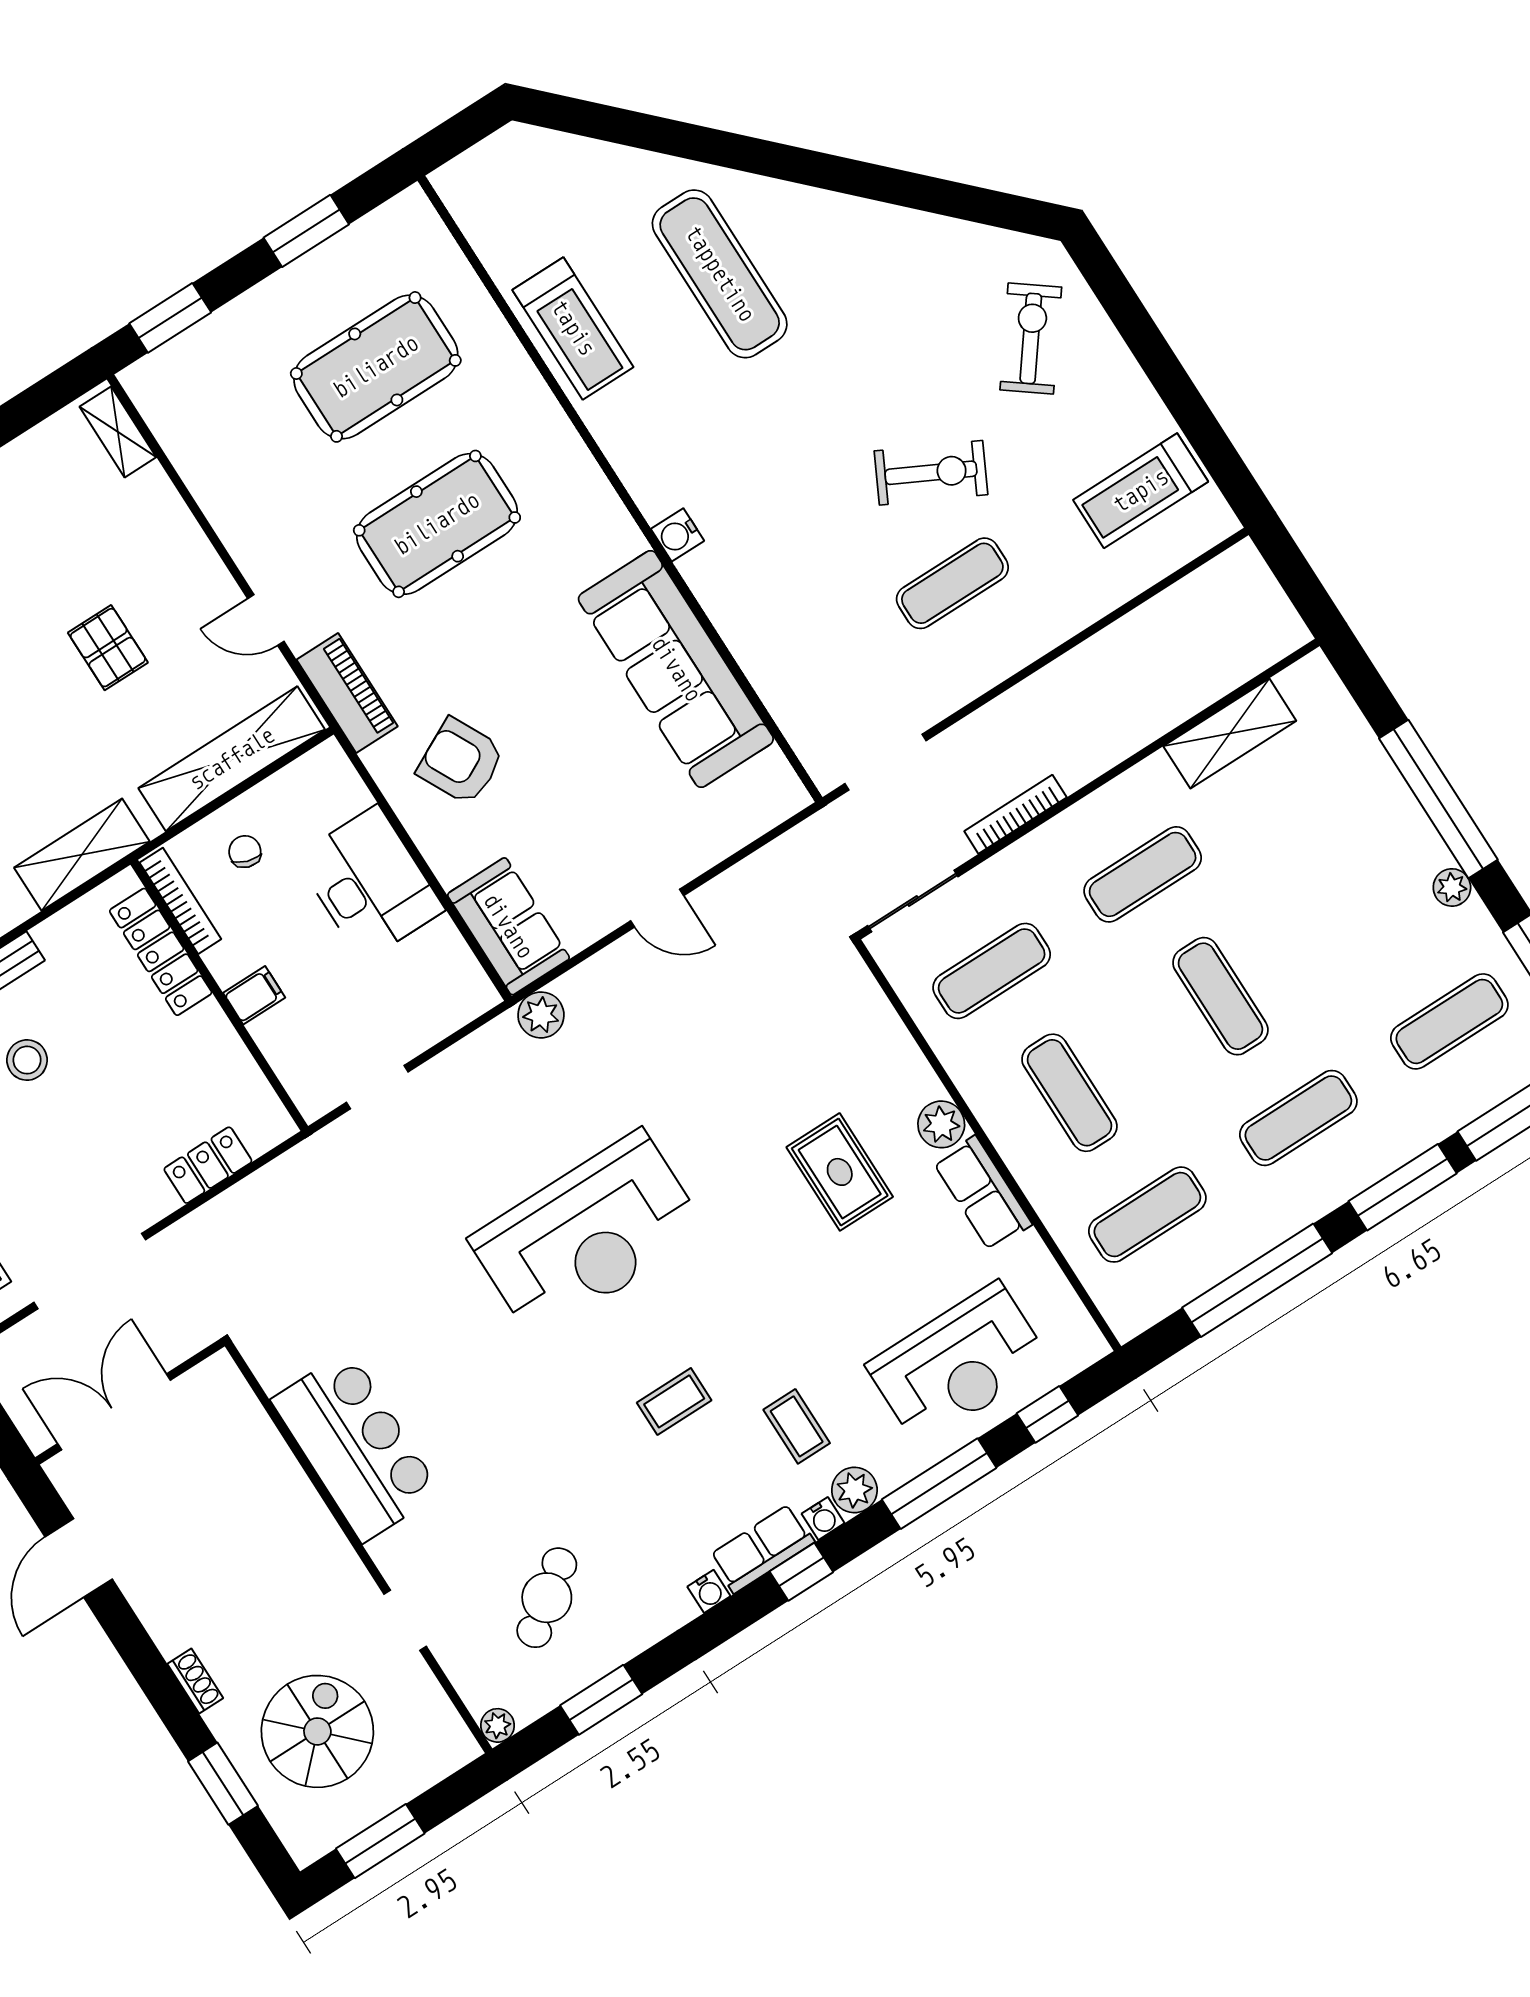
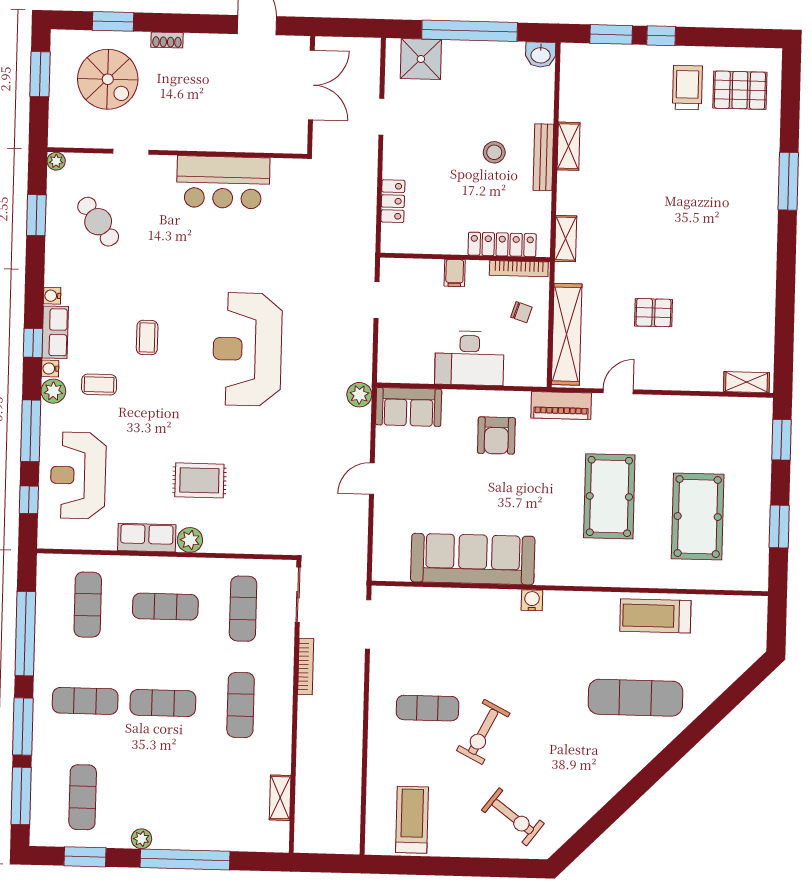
exercise mat: (952, 583) -> (428, 708), turned 90
shelving: (1230, 733) -> (280, 798), width x0.67, depth x0.75
armchair: (461, 761) -> (496, 436), turned 117
shelving: (82, 855) -> (566, 239), width x0.67, depth x0.75
exercise mat: (1298, 1118) -> (85, 701), turned 90
doorway: (90, 1271) -> (381, 117), width x0.53

